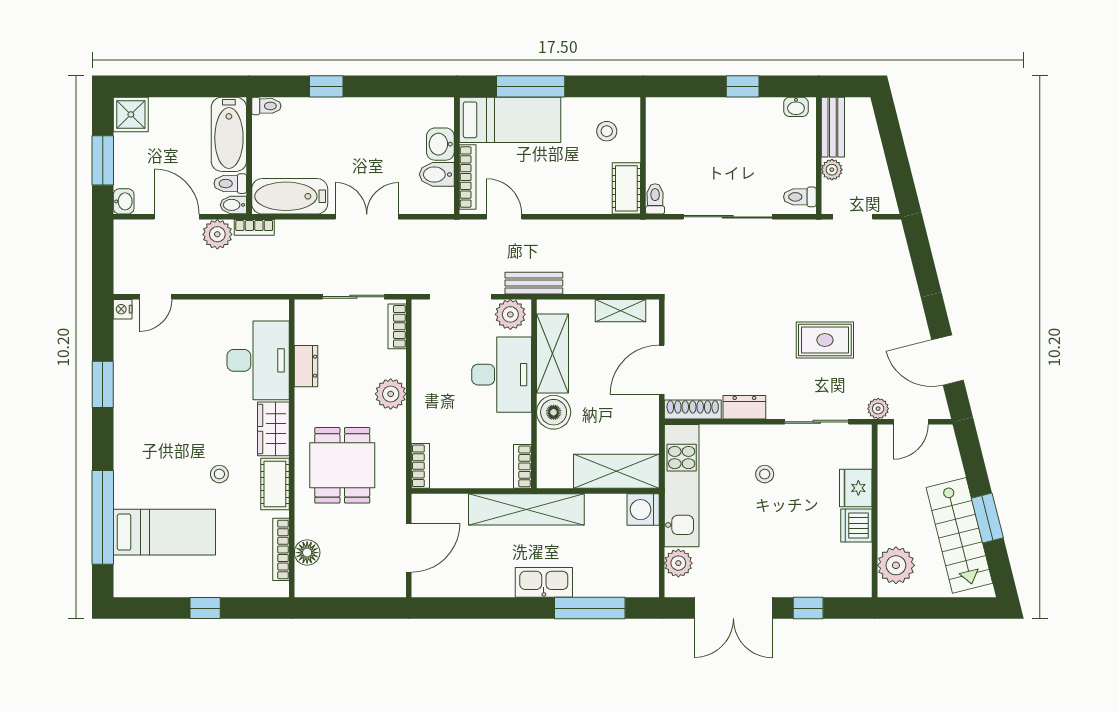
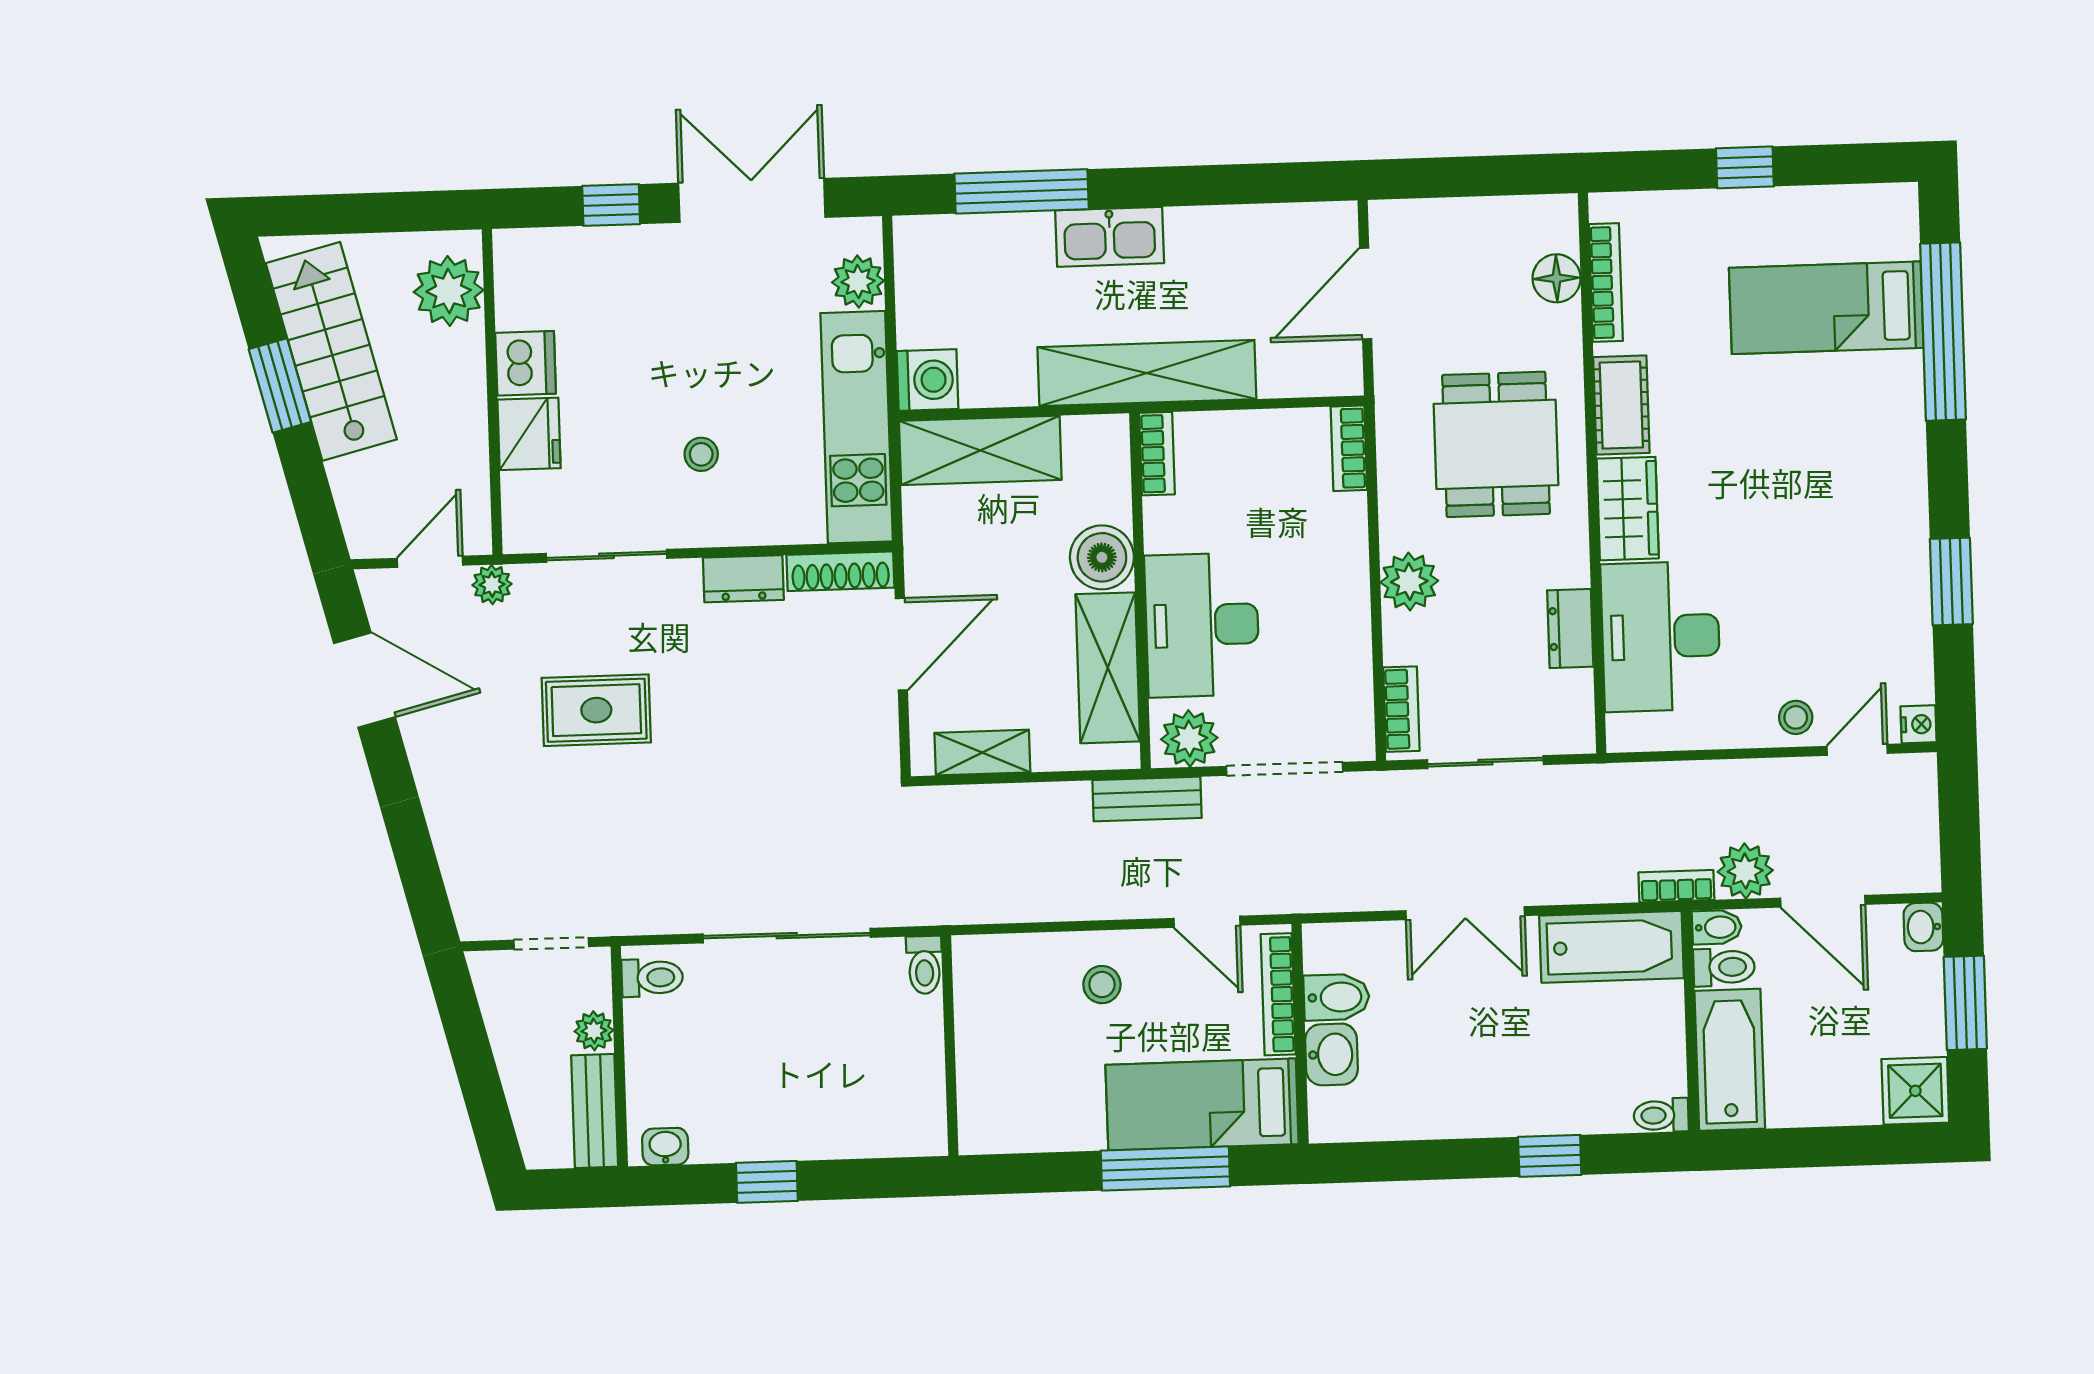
stool: (607, 131) -> (1102, 985), moved
cot: (626, 188) -> (979, 983), removed
stool: (219, 474) -> (1796, 717), moved

